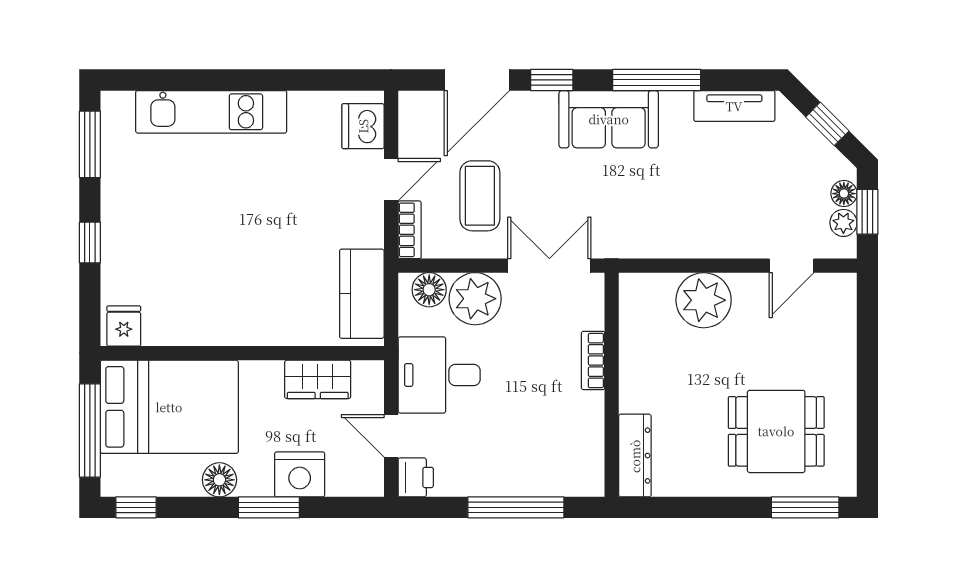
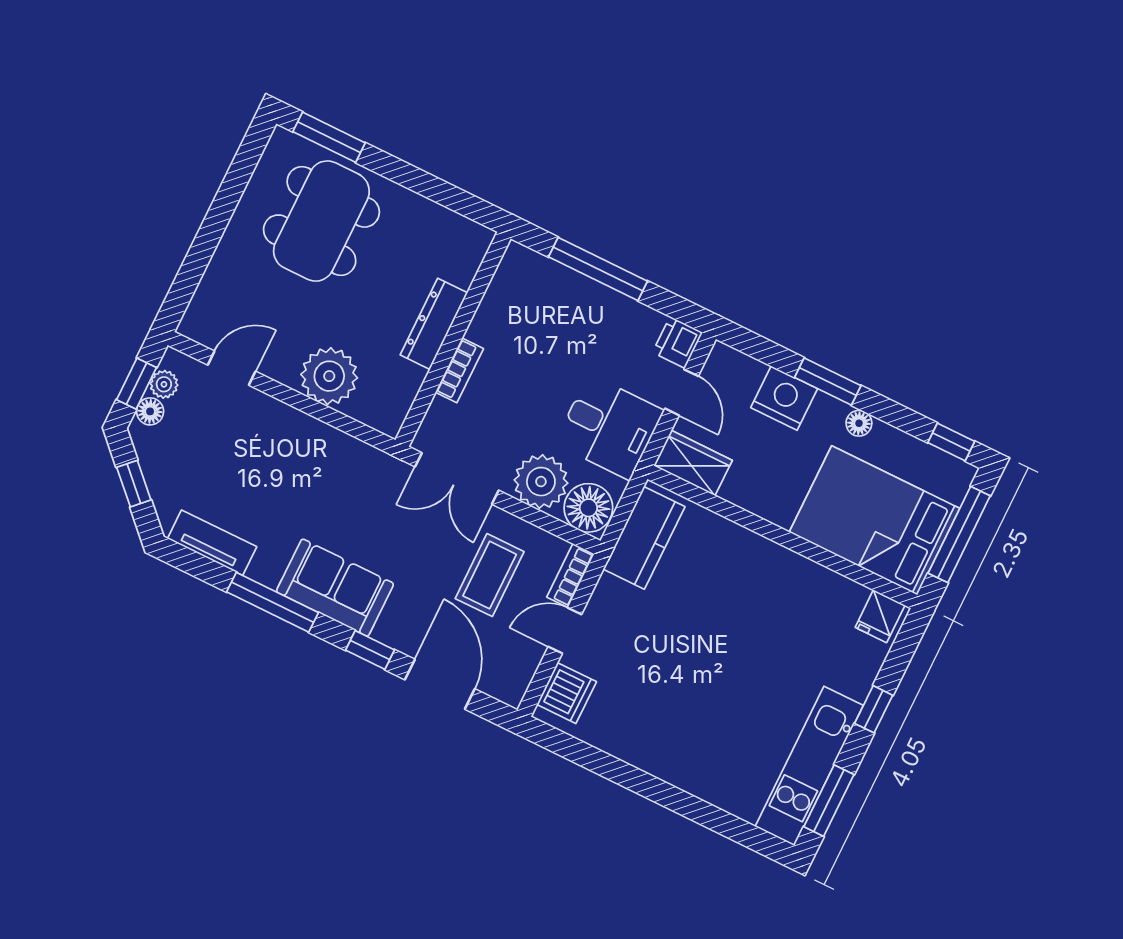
door: (477, 80) -> (440, 684), hinge flipped
kitchen unit: (211, 112) -> (809, 766), moved, turned -90
floor lamp: (429, 290) -> (588, 508), width x1.38, depth x1.38
wardrobe: (318, 379) -> (693, 463), moved
dining table: (776, 431) -> (321, 221), width x1.38
dresser: (635, 456) -> (434, 324), moved
floor lamp: (219, 480) -> (859, 423), width x0.73, depth x0.73

